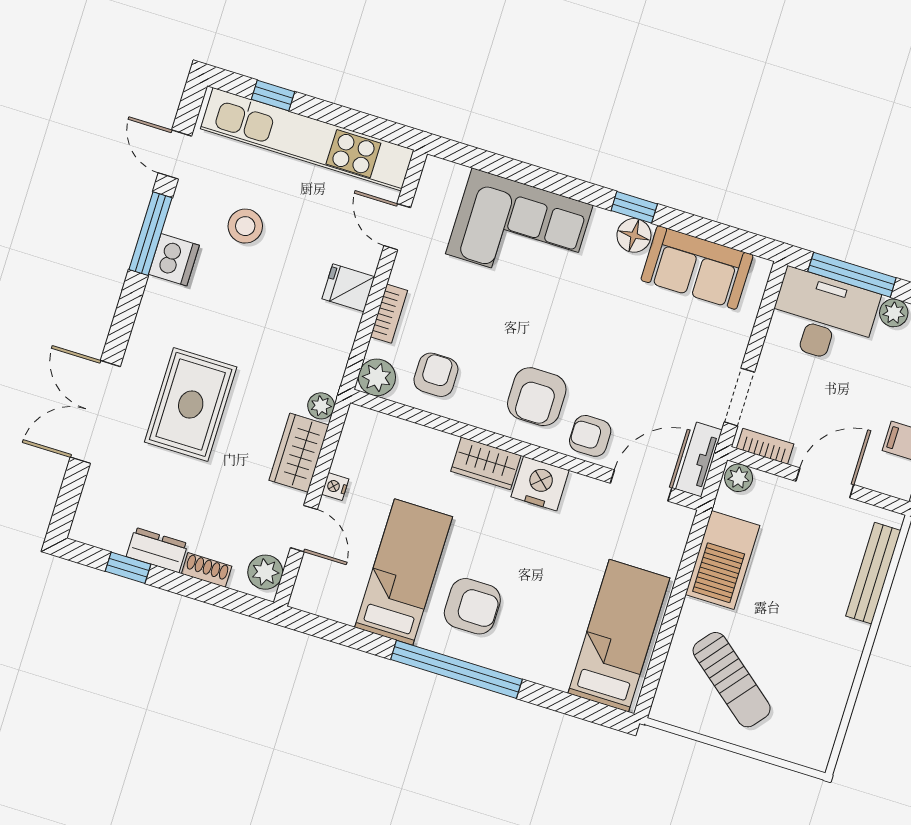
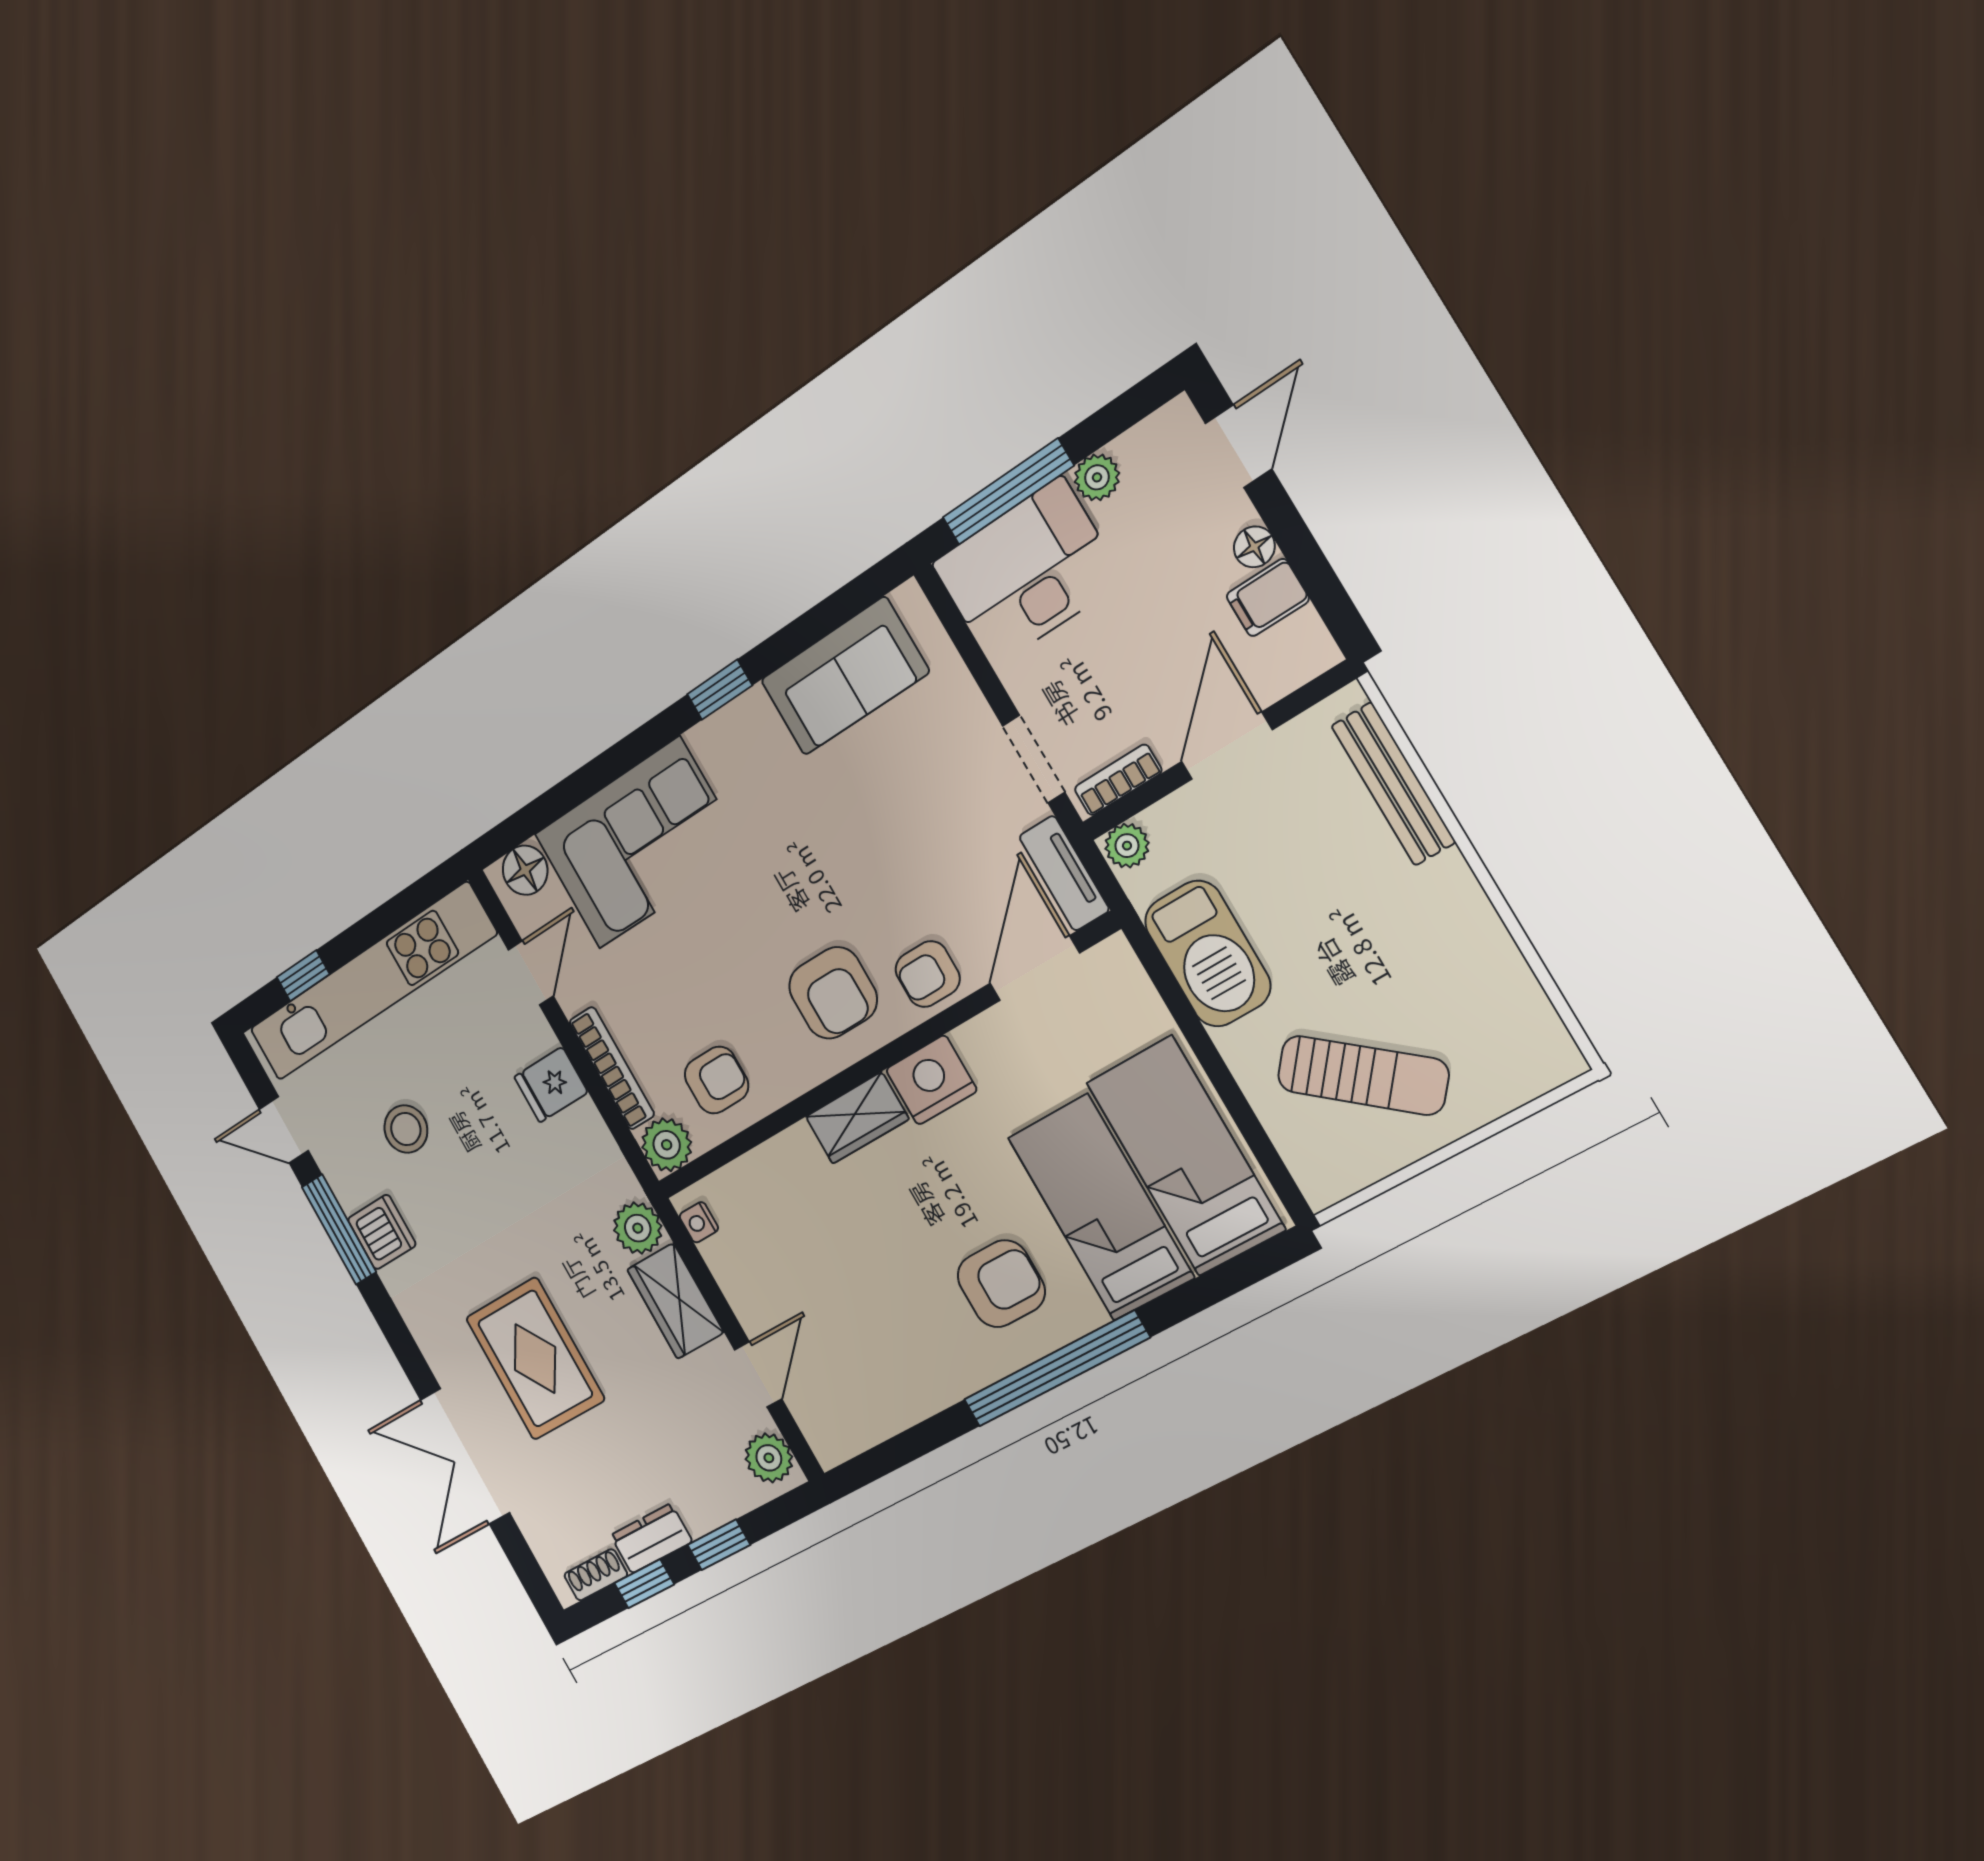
door: (397, 227) -> (531, 973), swing flipped
floor lamp: (634, 235) -> (525, 870), moved
bookcase: (389, 314) -> (612, 1068), width x1.56
armchair: (436, 375) -> (716, 1080), turned 90
plant: (321, 406) -> (638, 1228), width x1.38, depth x1.38
nightstand: (335, 487) -> (699, 1222), moved
door: (304, 529) -> (758, 1374), hinge flipped
shoe rack: (207, 570) -> (596, 1575), moved
bed: (404, 572) -> (1101, 1207), moved
window: (191, 587) -> (719, 1545), added

